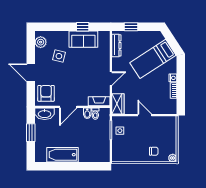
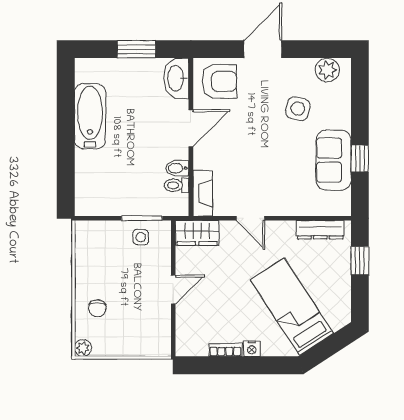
door: (68, 107) -> (191, 128), swing flipped

